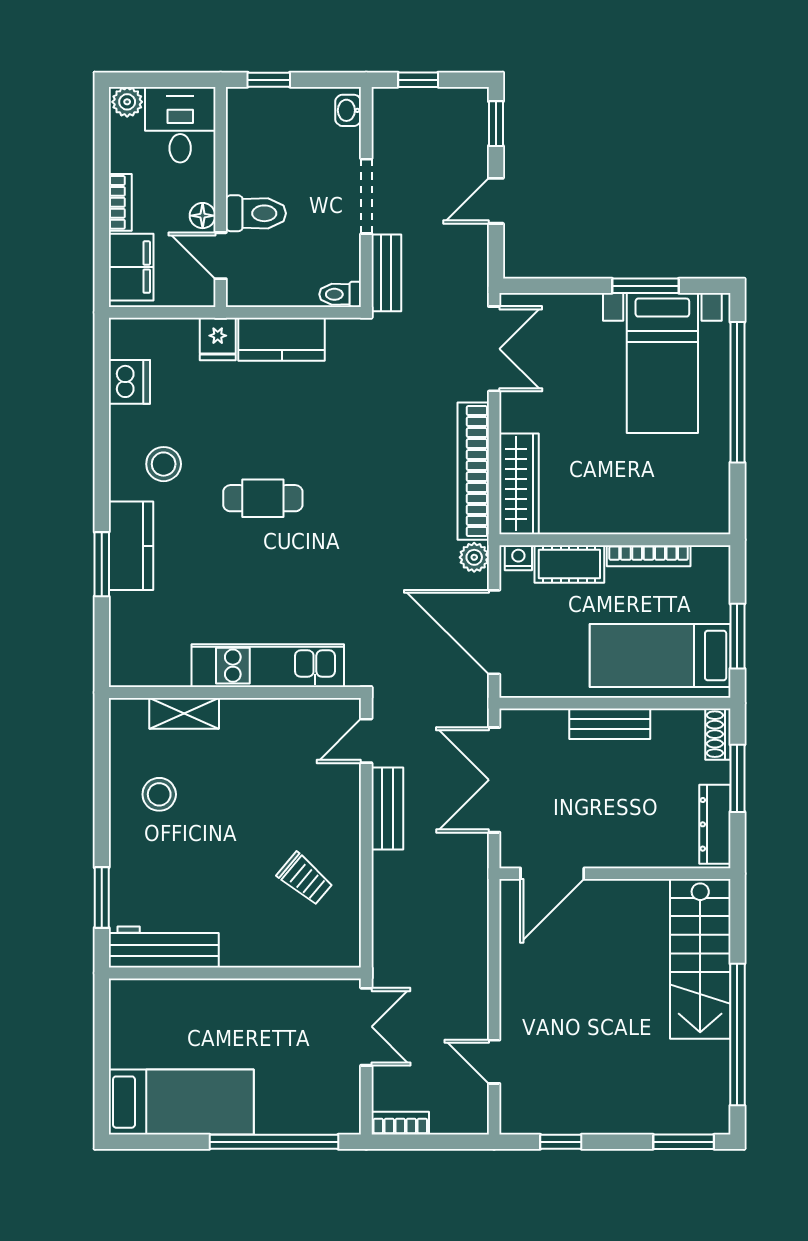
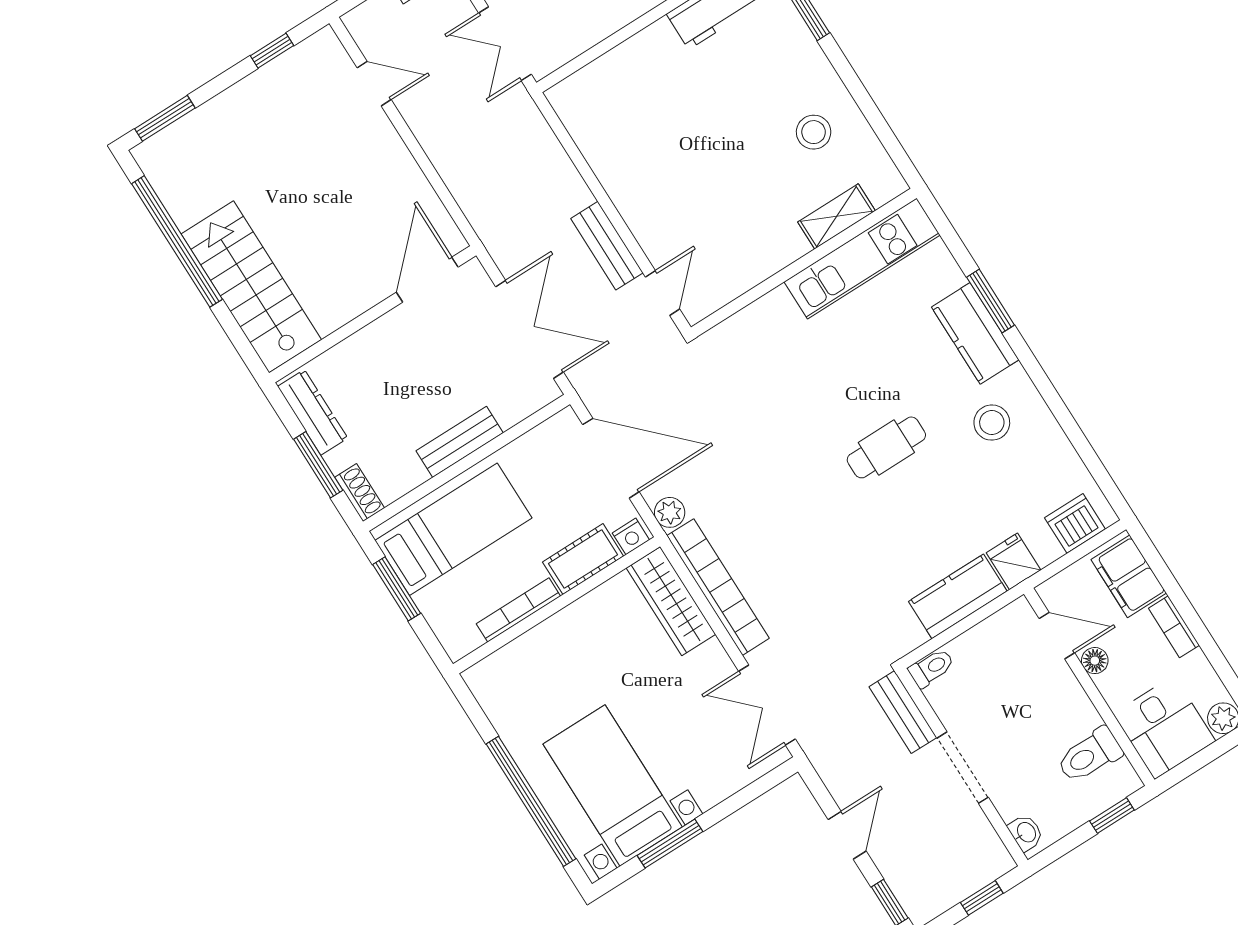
toilet: (256, 213) -> (1090, 755), moved
dishwasher: (129, 382) -> (1075, 523), moved, turned 90
kitchen unit: (268, 666) -> (862, 258), moved
trolley: (305, 879) -> (640, 139), removed

